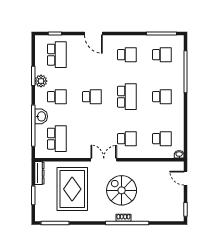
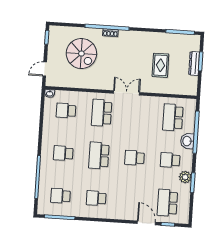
door: (93, 34) -> (146, 223), moved
school desk: (127, 139) -> (102, 113), width x1.85
double door: (104, 160) -> (126, 93), swing flipped
dresser: (39, 173) -> (194, 63), moved
door: (186, 178) -> (45, 69), swing flipped
rug: (72, 189) -> (160, 65), width x0.54, depth x0.49
spiral stairs: (122, 190) -> (81, 54), moved

